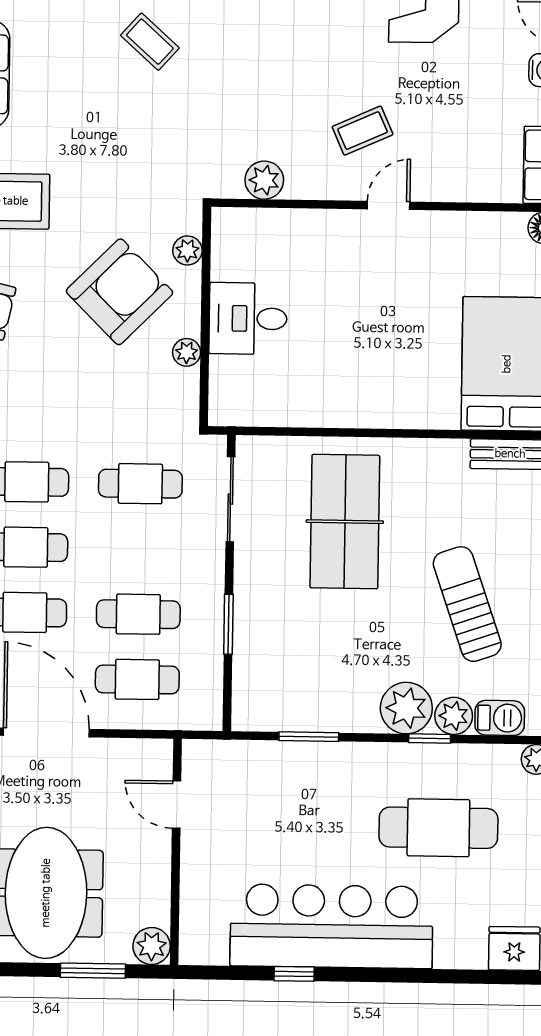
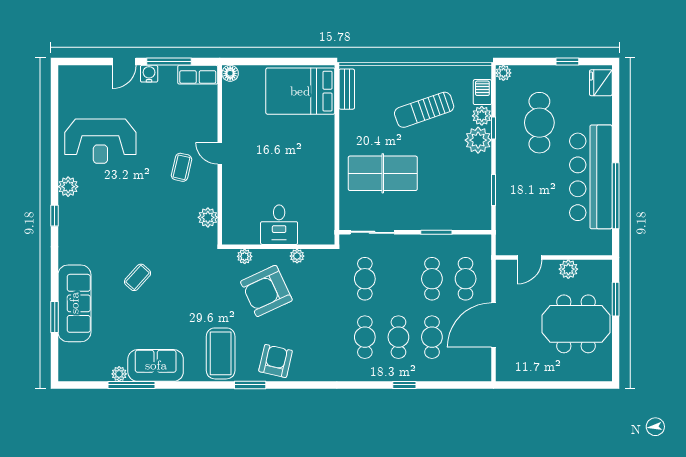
coffee table: (363, 131) -> (182, 167), turned 37
armchair: (120, 292) -> (266, 291), turned -70
plant: (152, 946) -> (568, 269), moved
window: (294, 974) -> (616, 196), width x3.17

